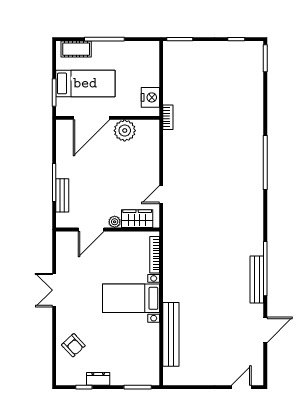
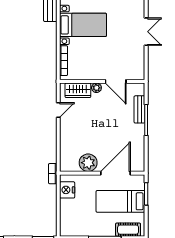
door: (91, 229) -> (116, 81), swing flipped

